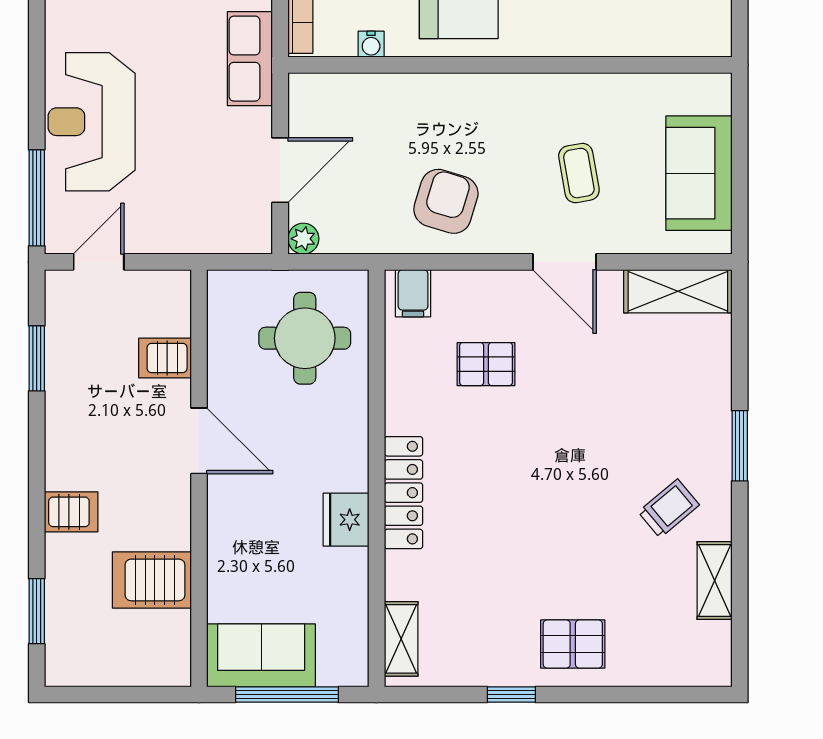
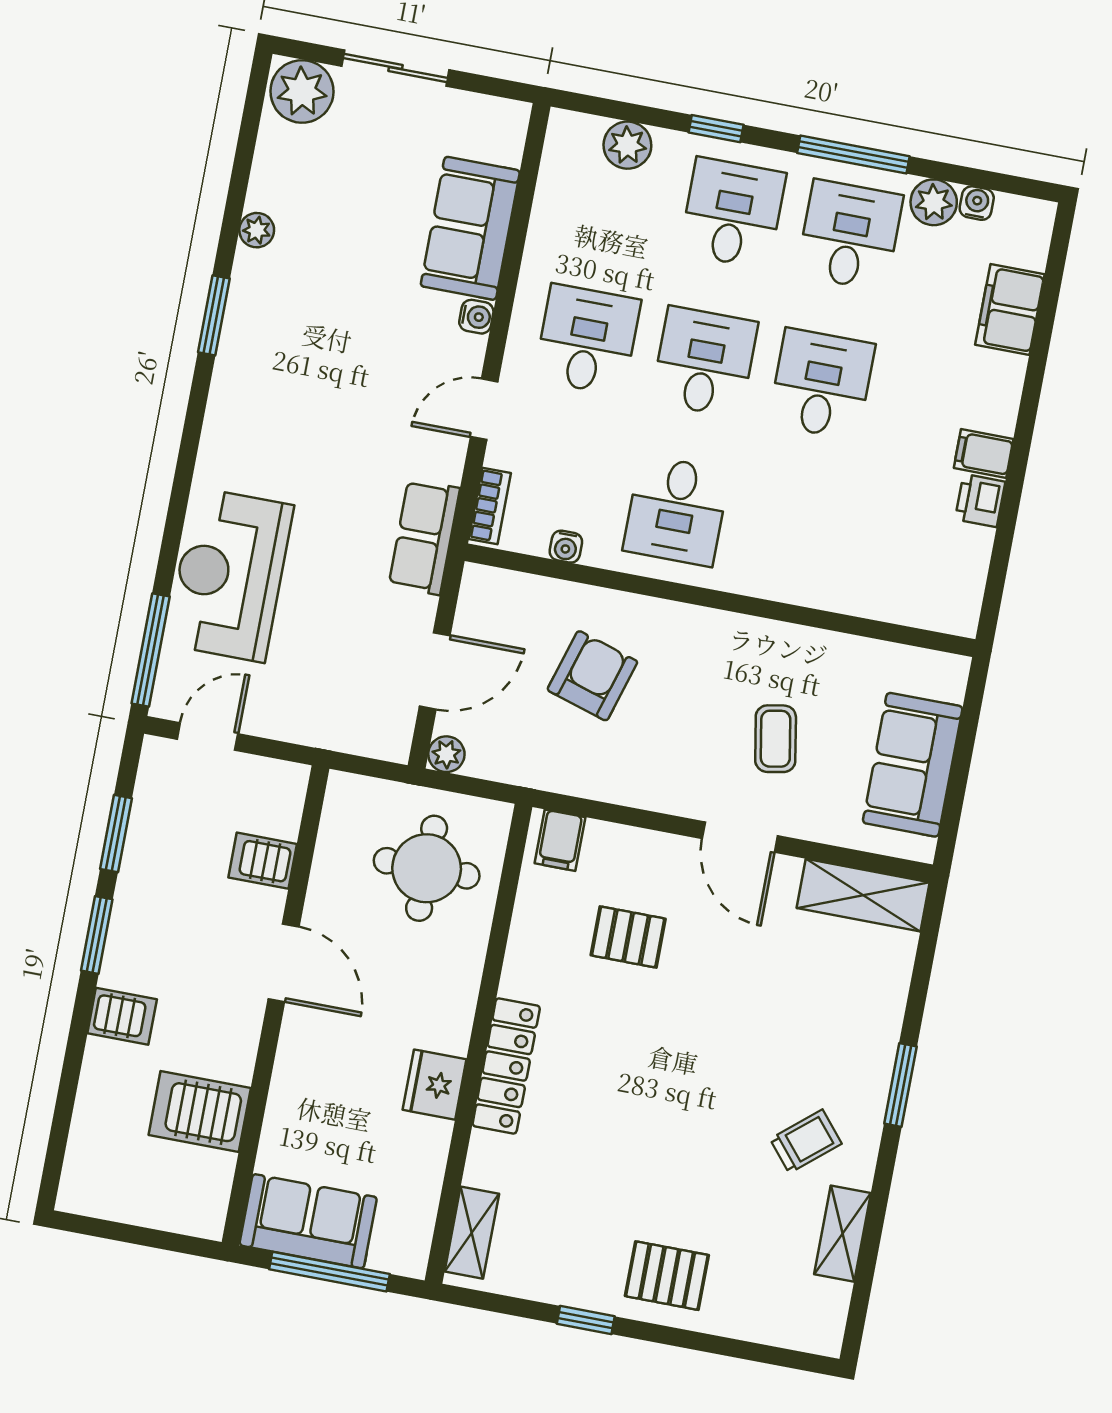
armchair: (446, 201) -> (592, 676), moved
window: (37, 611) -> (97, 935), moved

